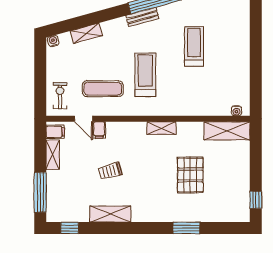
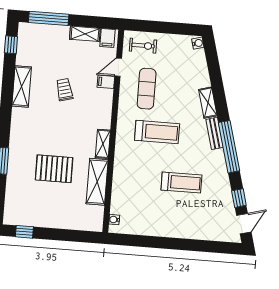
shelving: (86, 33) -> (208, 103), moved
shelving: (227, 131) -> (97, 182), moved

